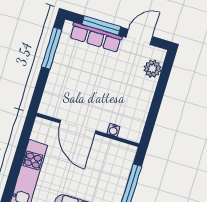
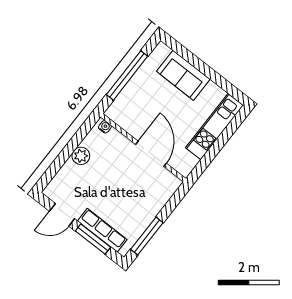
plant: (152, 69) -> (81, 156), moved
water cooler: (113, 130) -> (105, 127), moved

